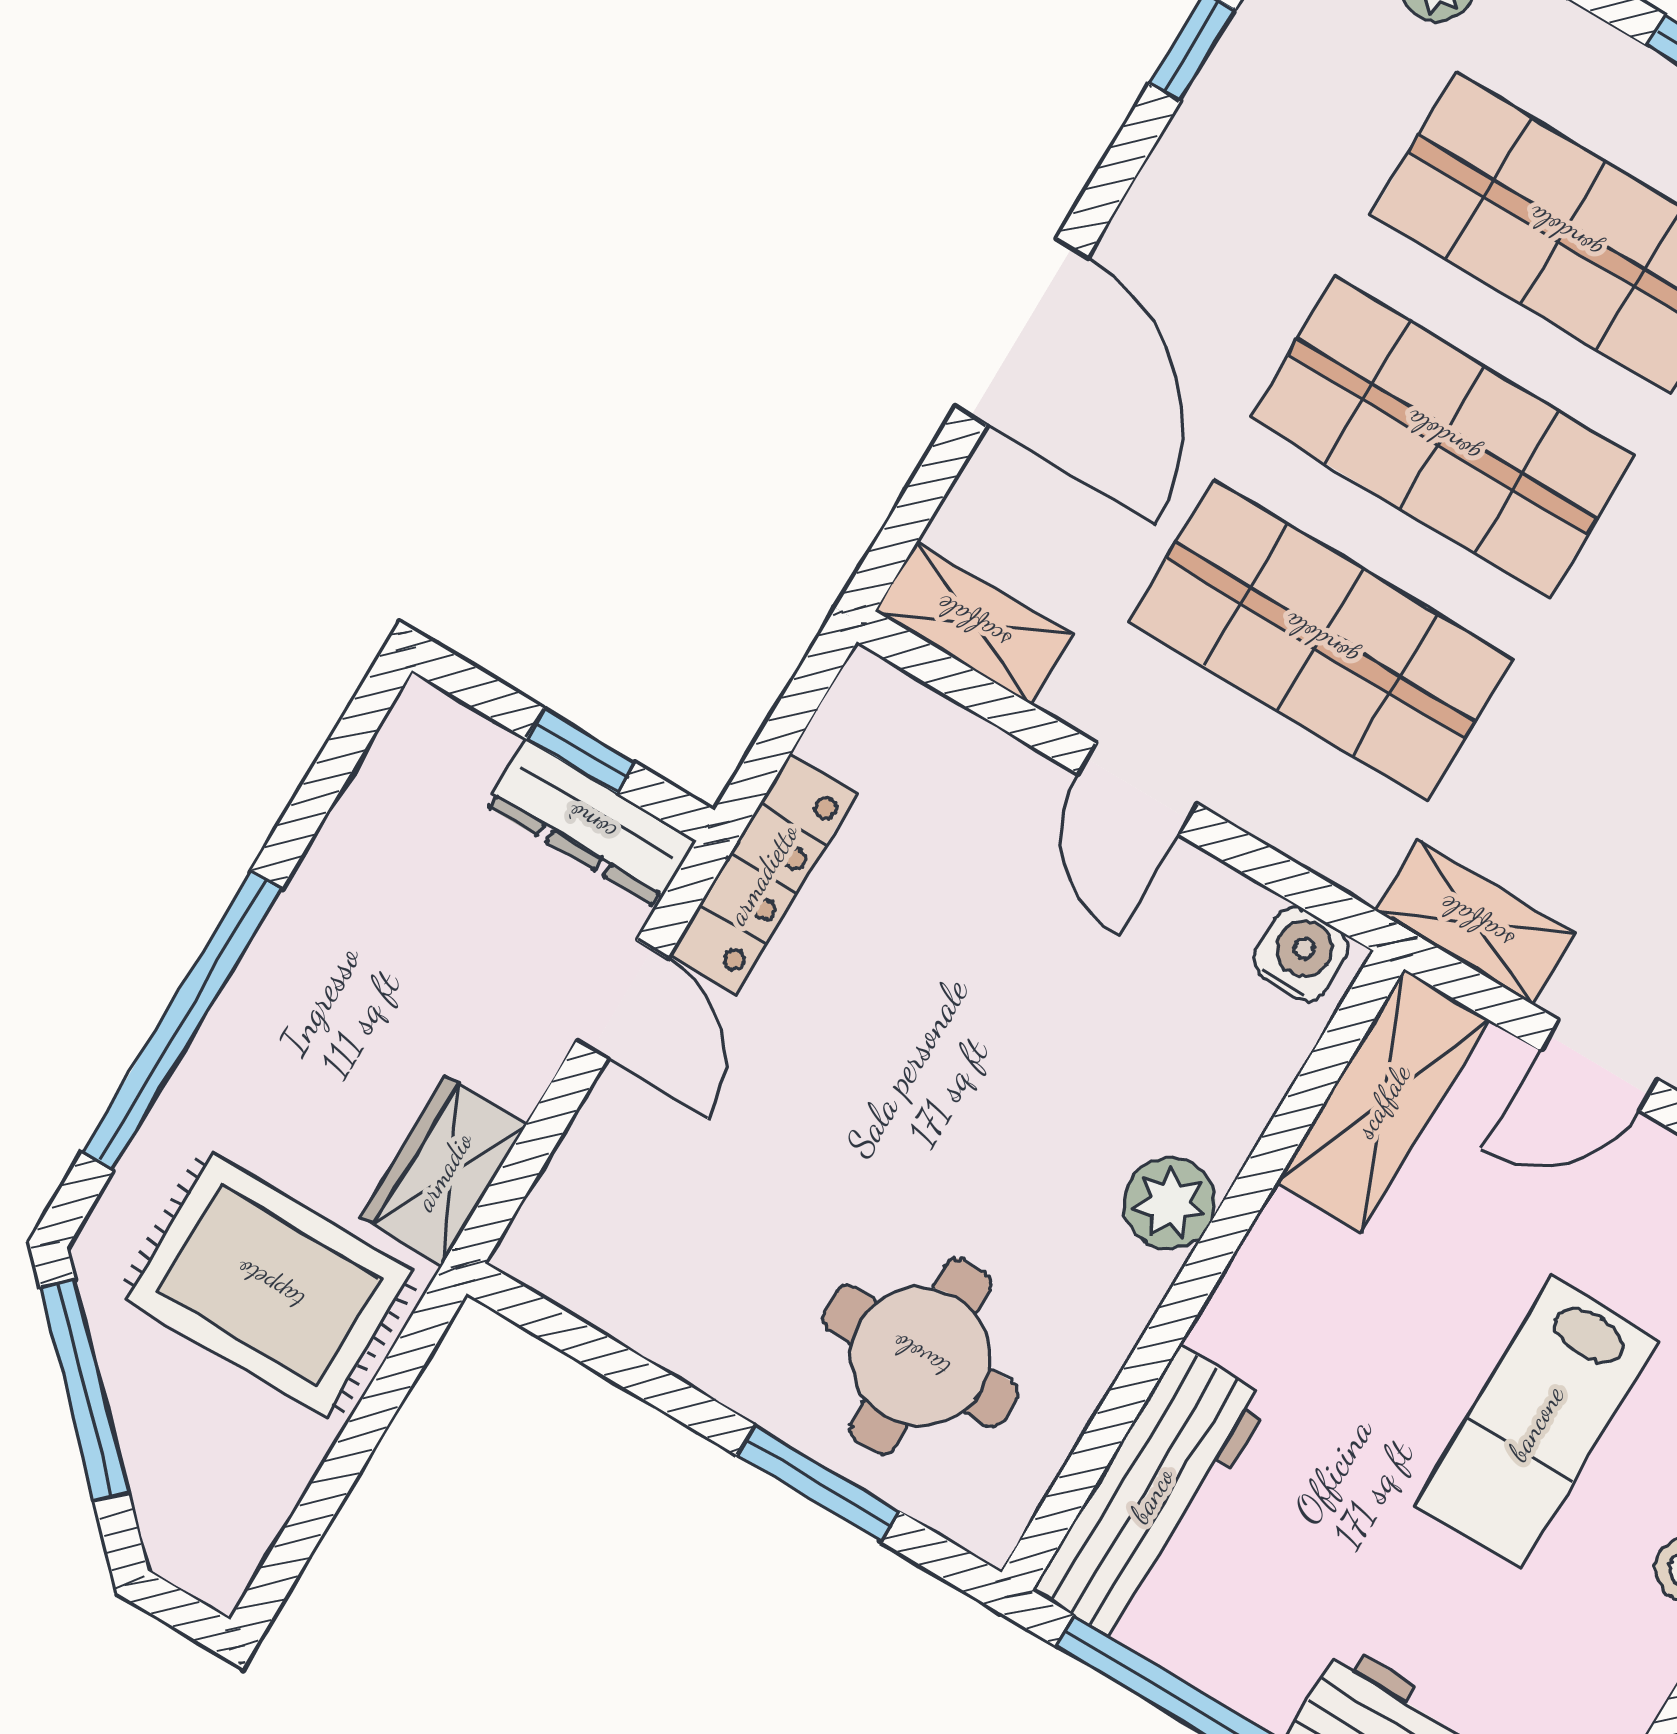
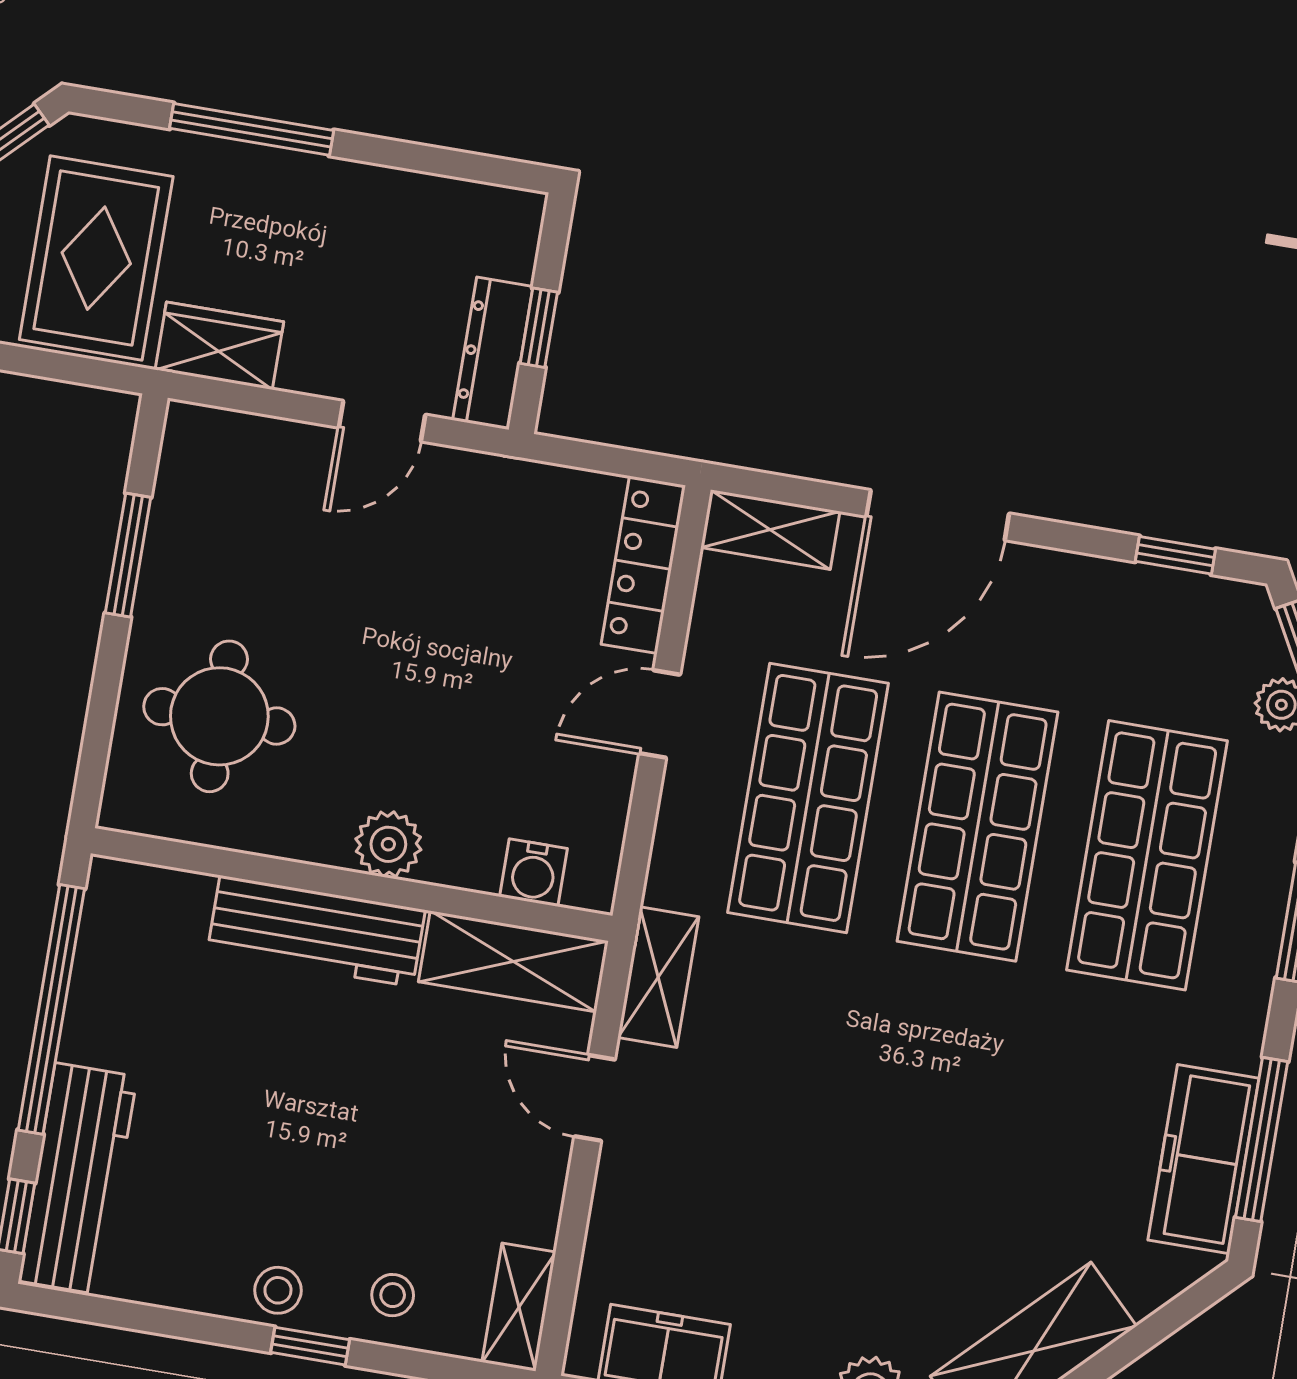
shelving: (973, 623) -> (770, 530), moved, turned 90
locker: (763, 874) -> (643, 565), moved, turned 90
water cooler: (1301, 954) -> (534, 873), moved, turned 90
window: (182, 1021) -> (252, 129), width x0.68
lab bench: (1536, 1423) -> (337, 1150), removed
window: (818, 1483) -> (128, 555), moved
workbench: (1152, 1495) -> (316, 931), moved

